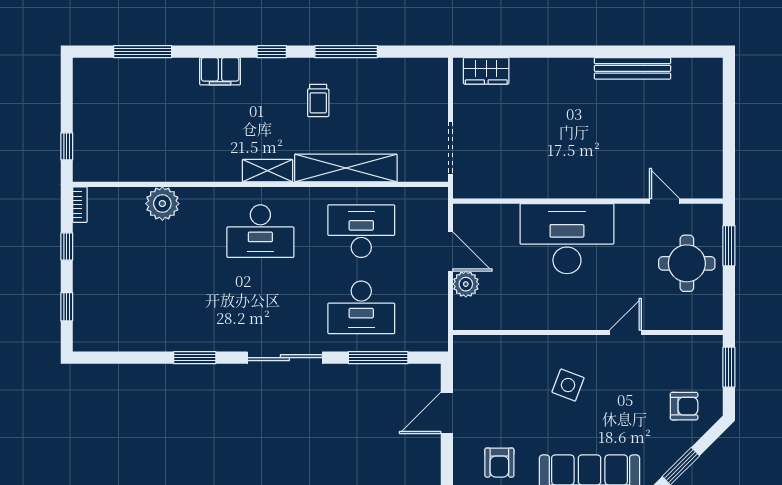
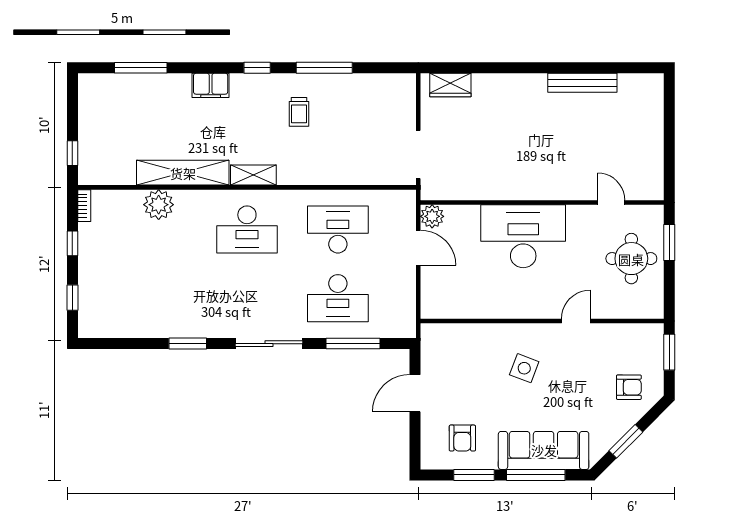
shelving: (346, 168) -> (183, 173), moved
plant: (466, 284) -> (432, 216), moved

